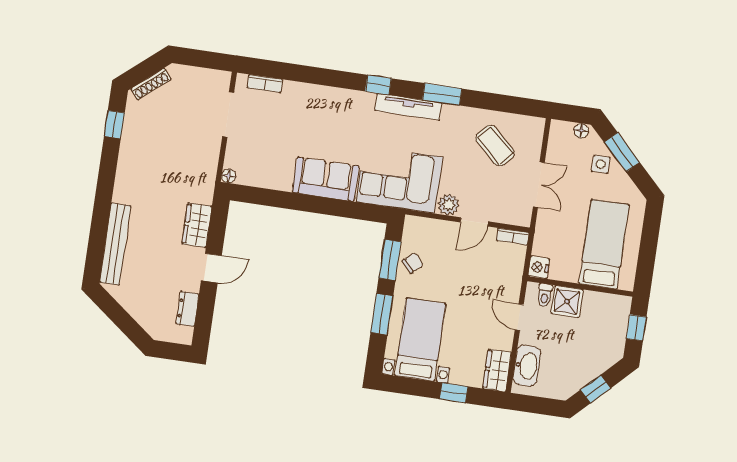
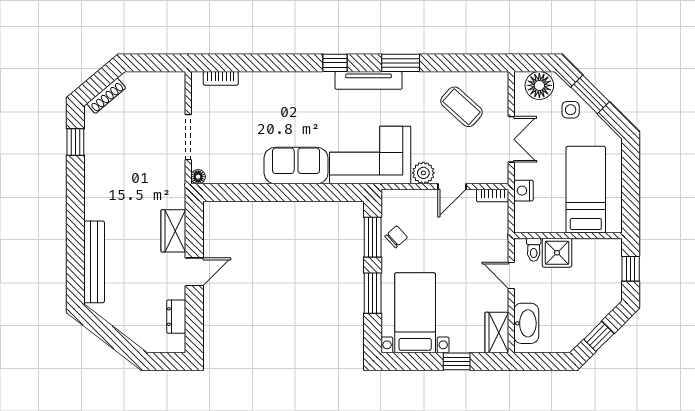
doorway: (228, 115) -> (188, 137), moved
floor lamp: (581, 131) -> (539, 85), width x1.89, depth x1.89
nightstand: (539, 267) -> (523, 191), moved

